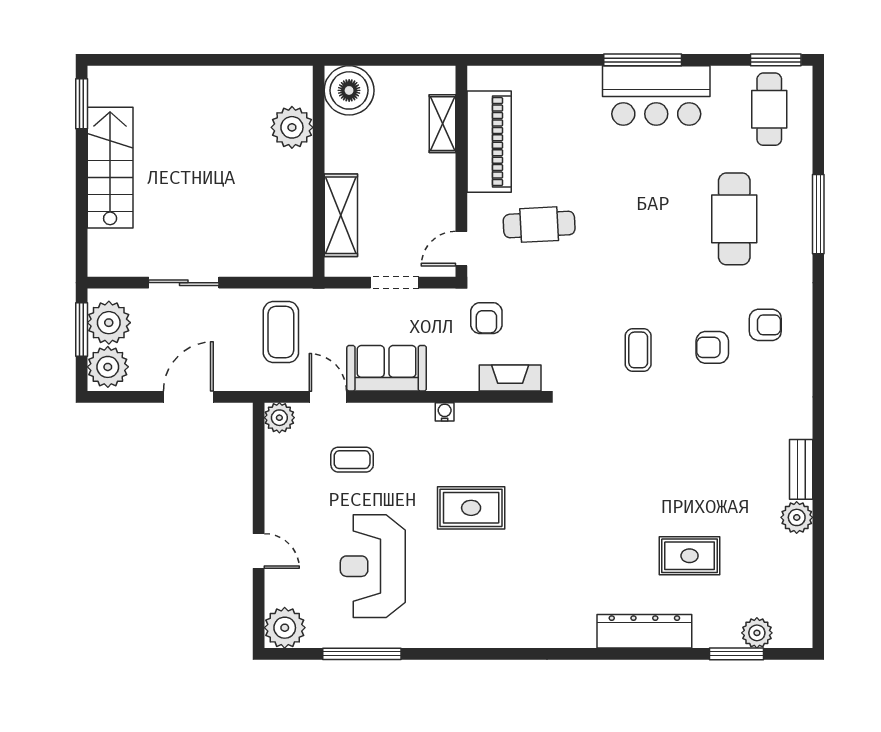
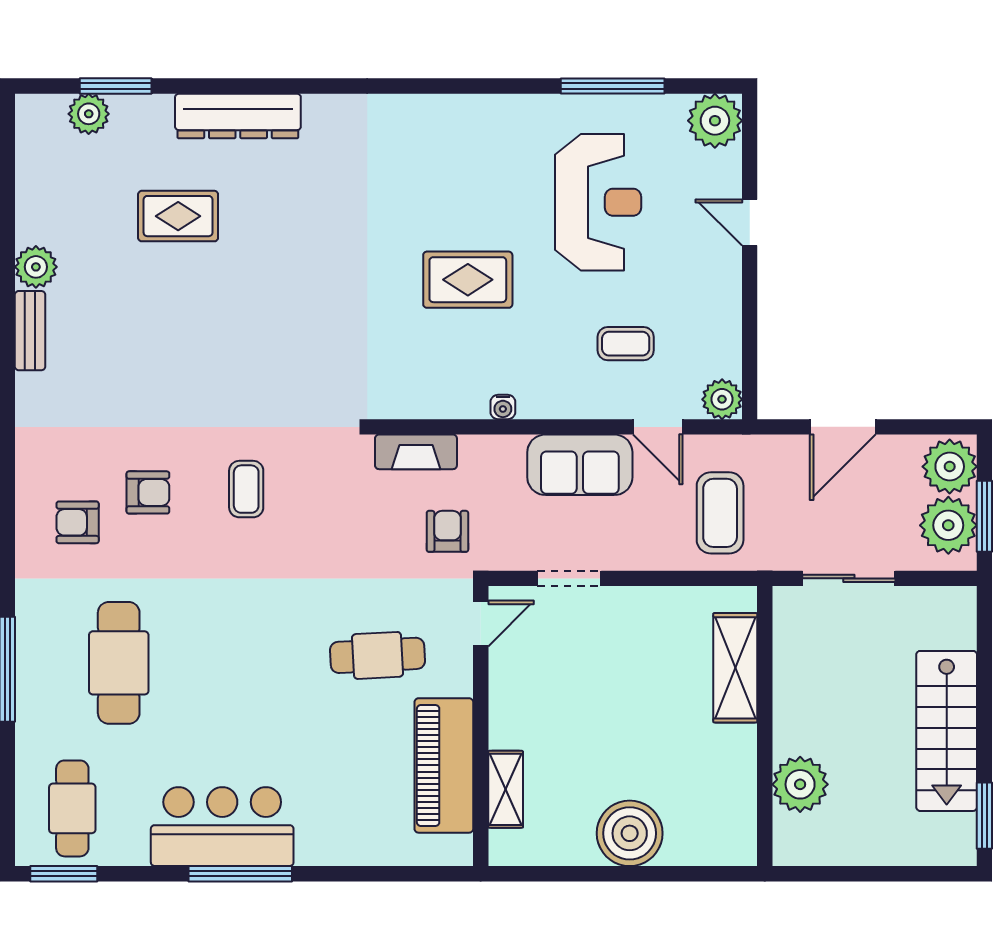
plant: (292, 127) -> (800, 784), moved
wall: (319, 171) -> (765, 726), moved
shelving: (341, 215) -> (735, 668), moved

